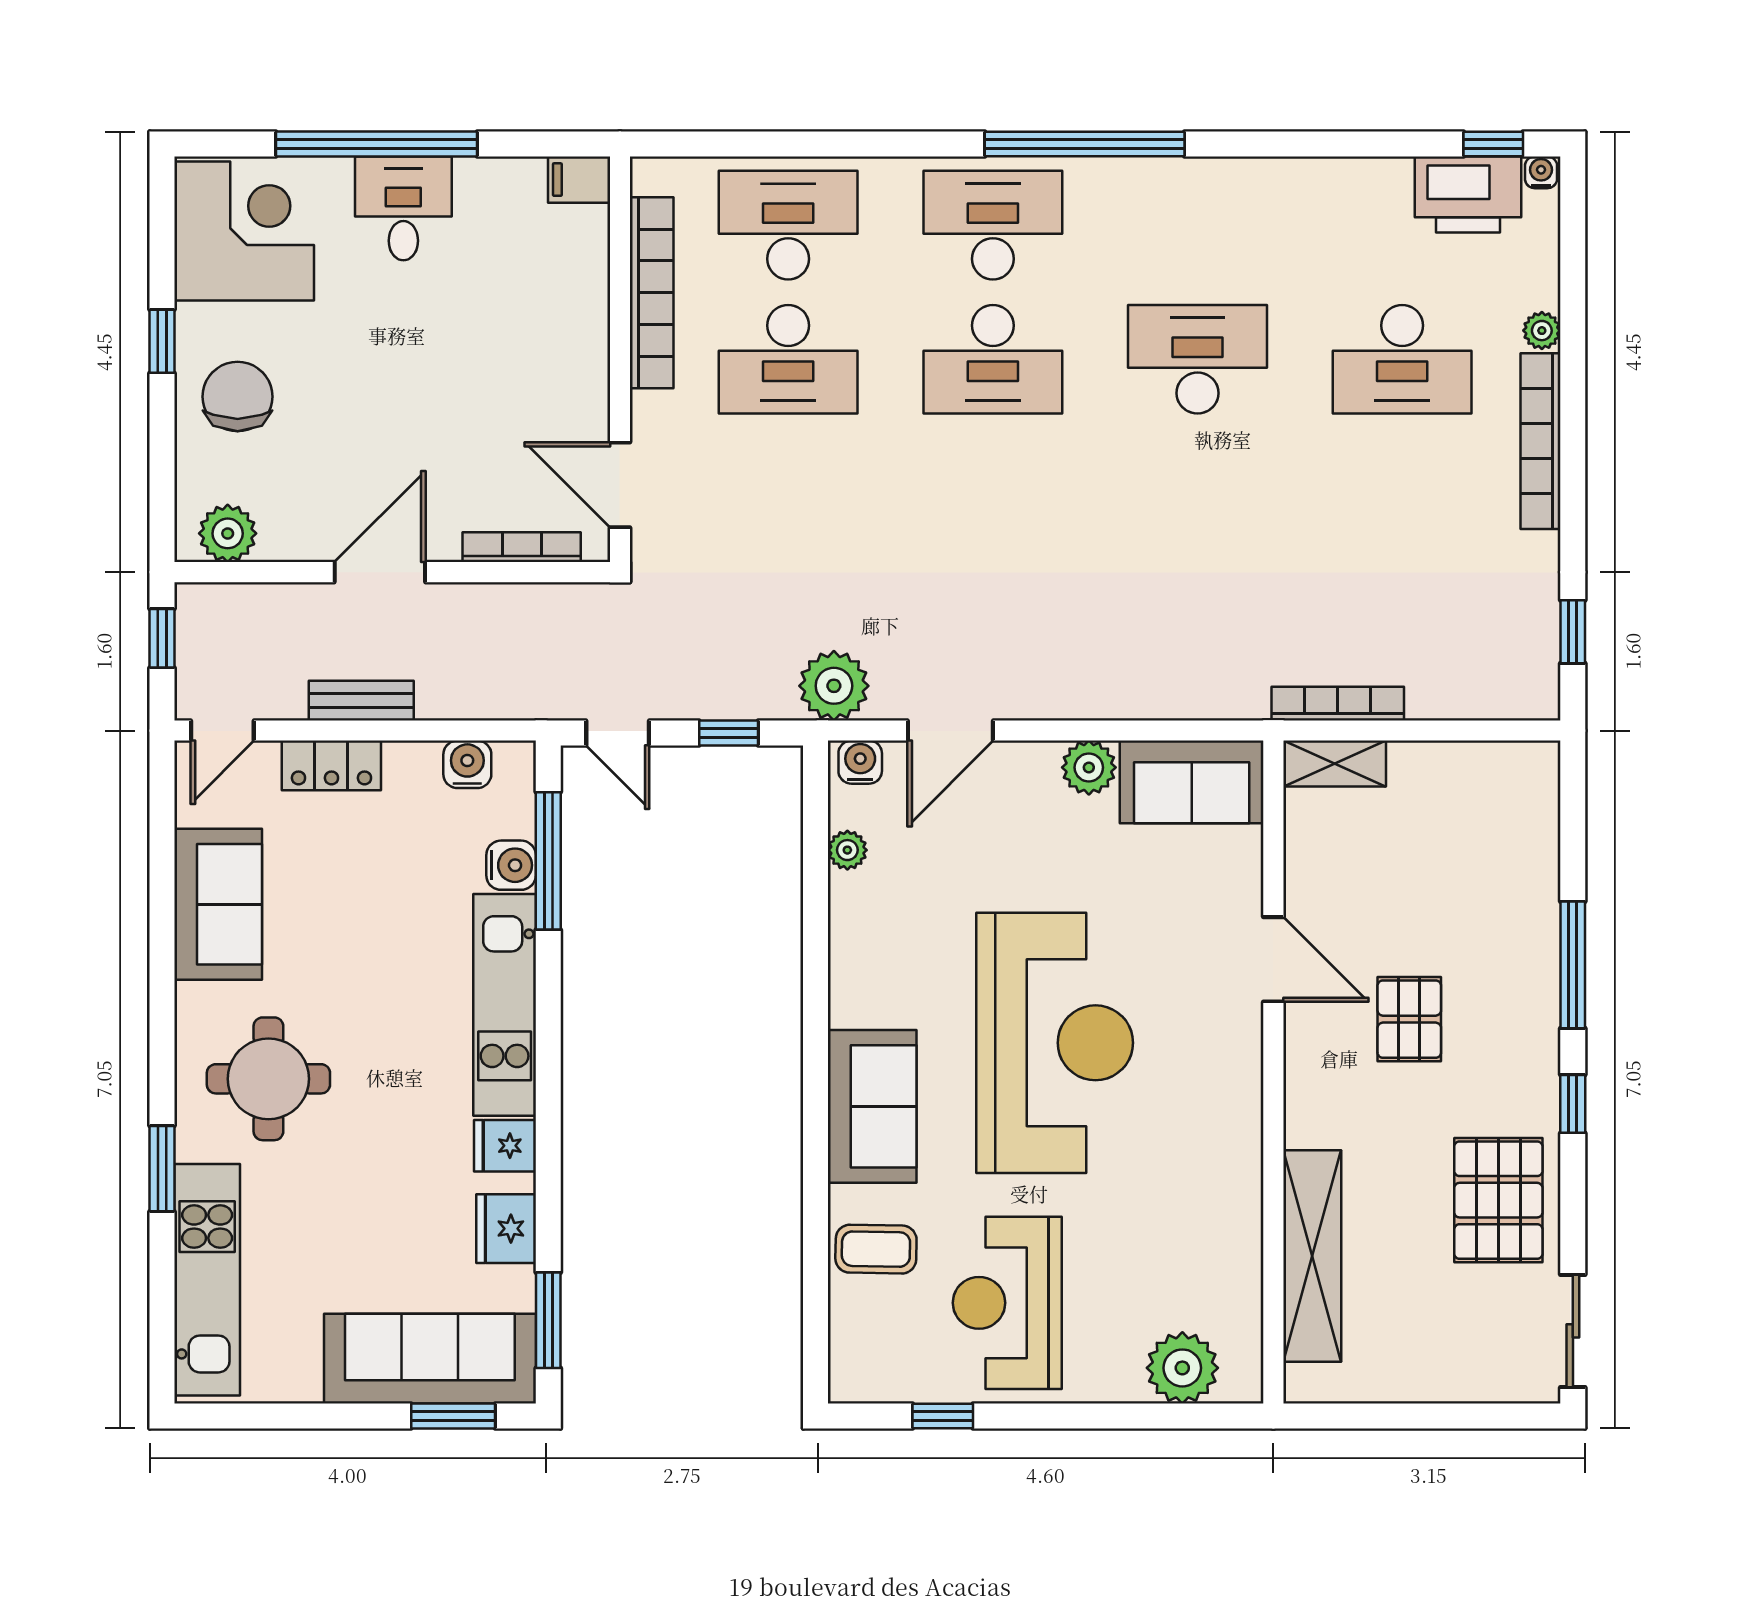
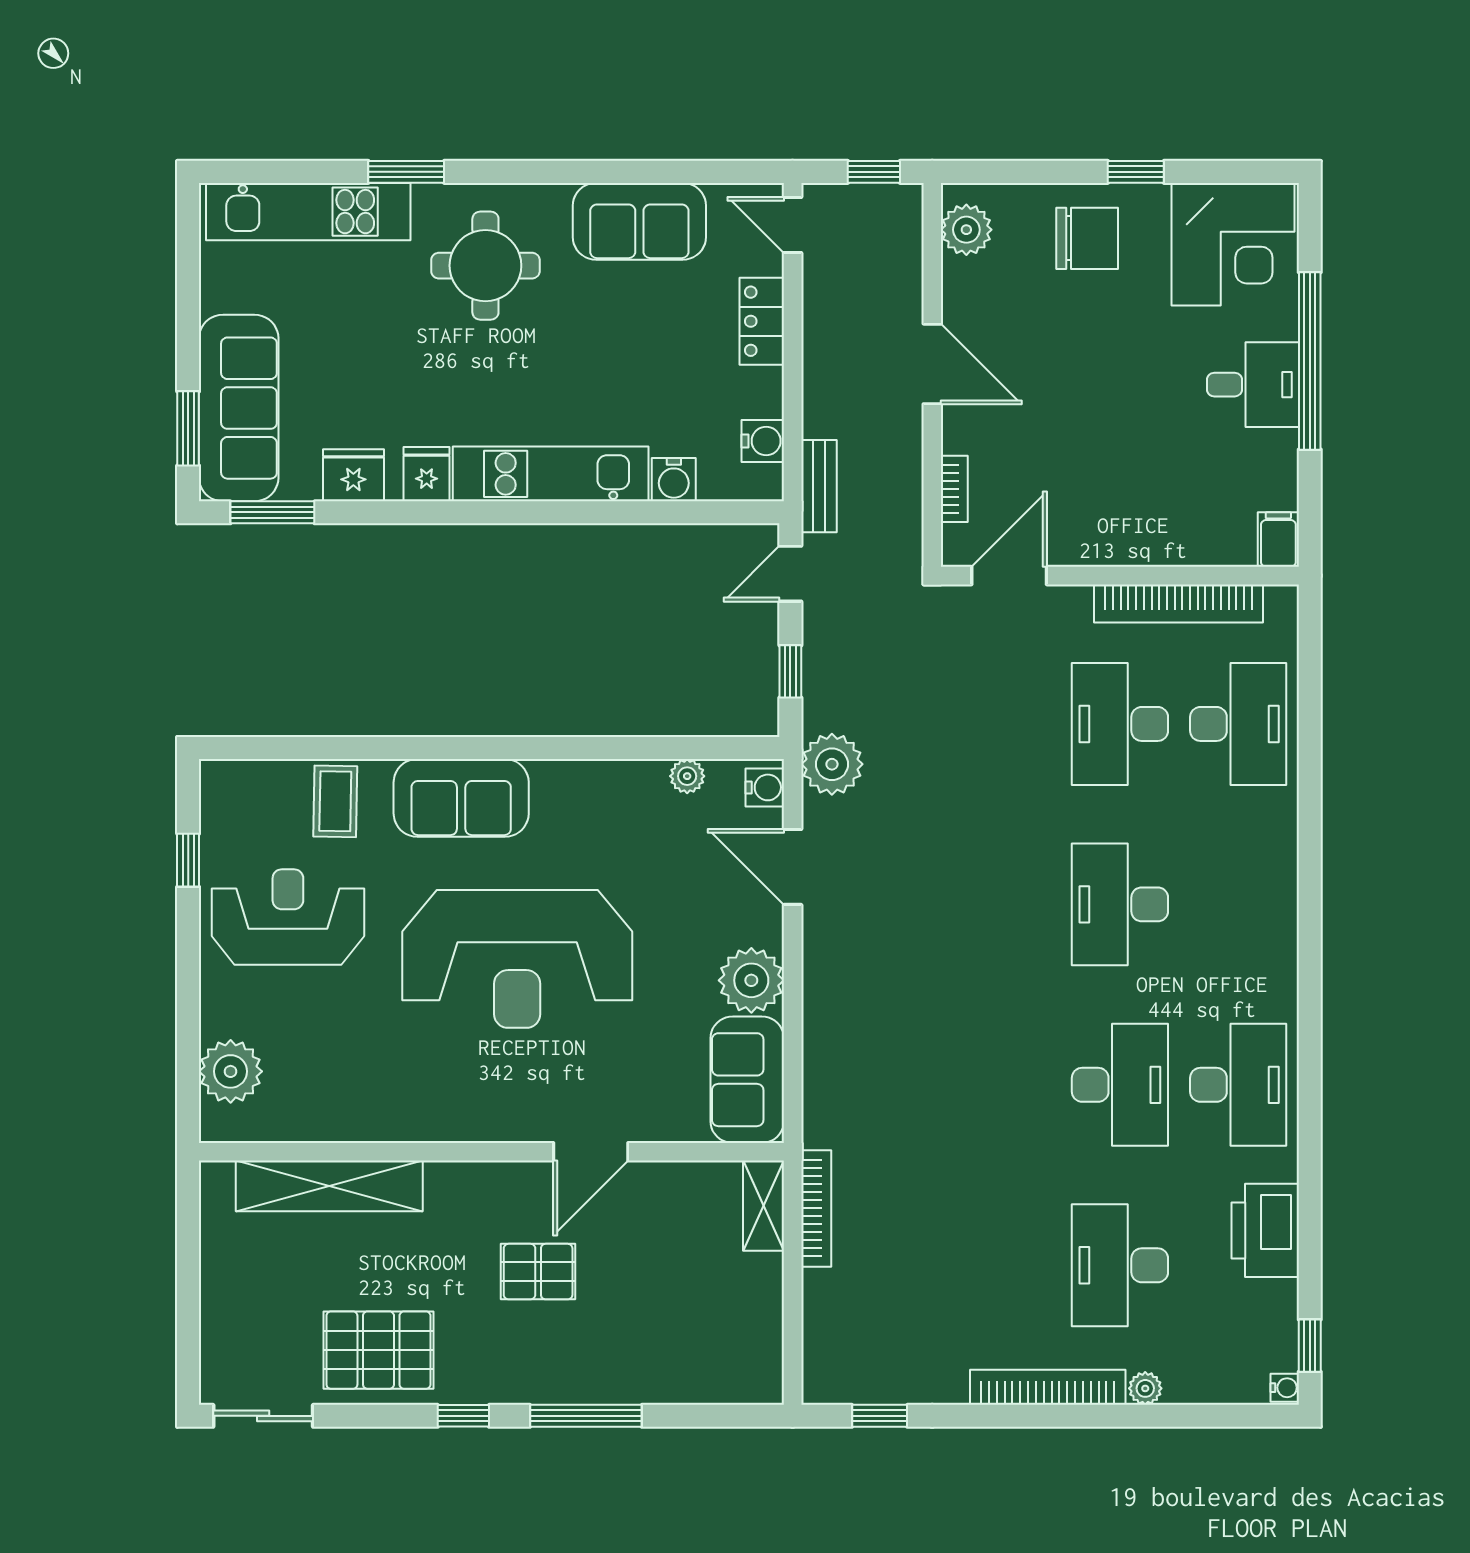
window: (1085, 144) -> (1310, 985), removed
printer: (1468, 194) -> (1265, 1230), moved
desk: (993, 225) -> (1238, 1085), moved
bookcase: (522, 547) -> (954, 489), width x0.64
bench: (361, 701) -> (819, 486), moved
plant: (1089, 767) -> (751, 980), width x1.36, depth x1.36
window: (548, 861) -> (678, 512), removed

